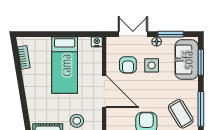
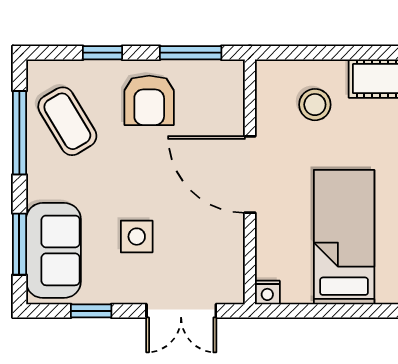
window: (171, 34) -> (91, 311), width x0.67
floor lamp: (157, 42) -> (125, 293), removed
armchair: (128, 65) -> (193, 238), removed

